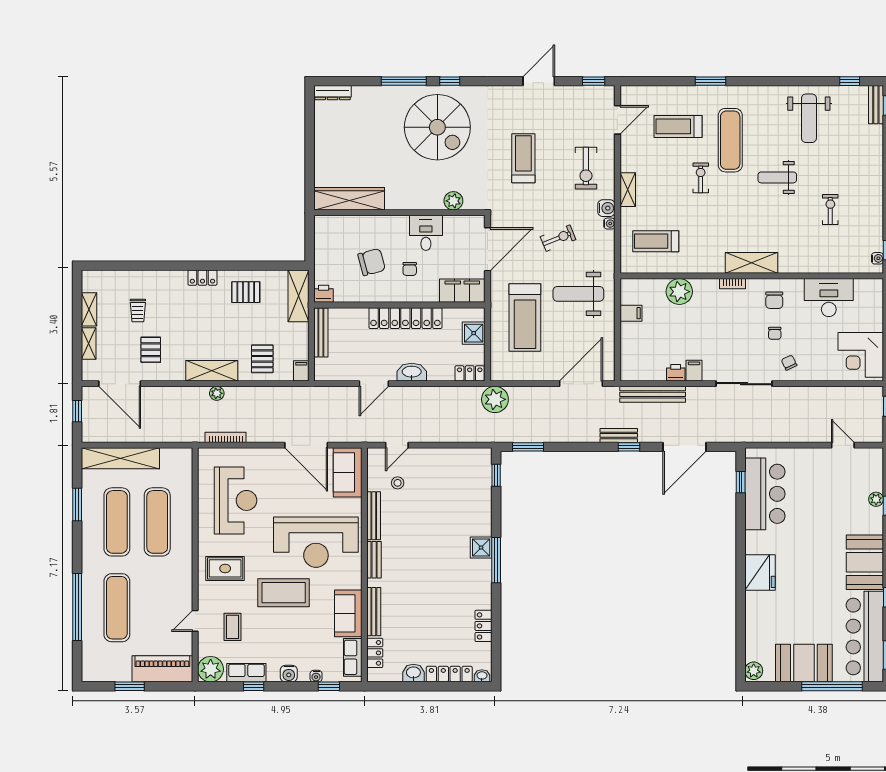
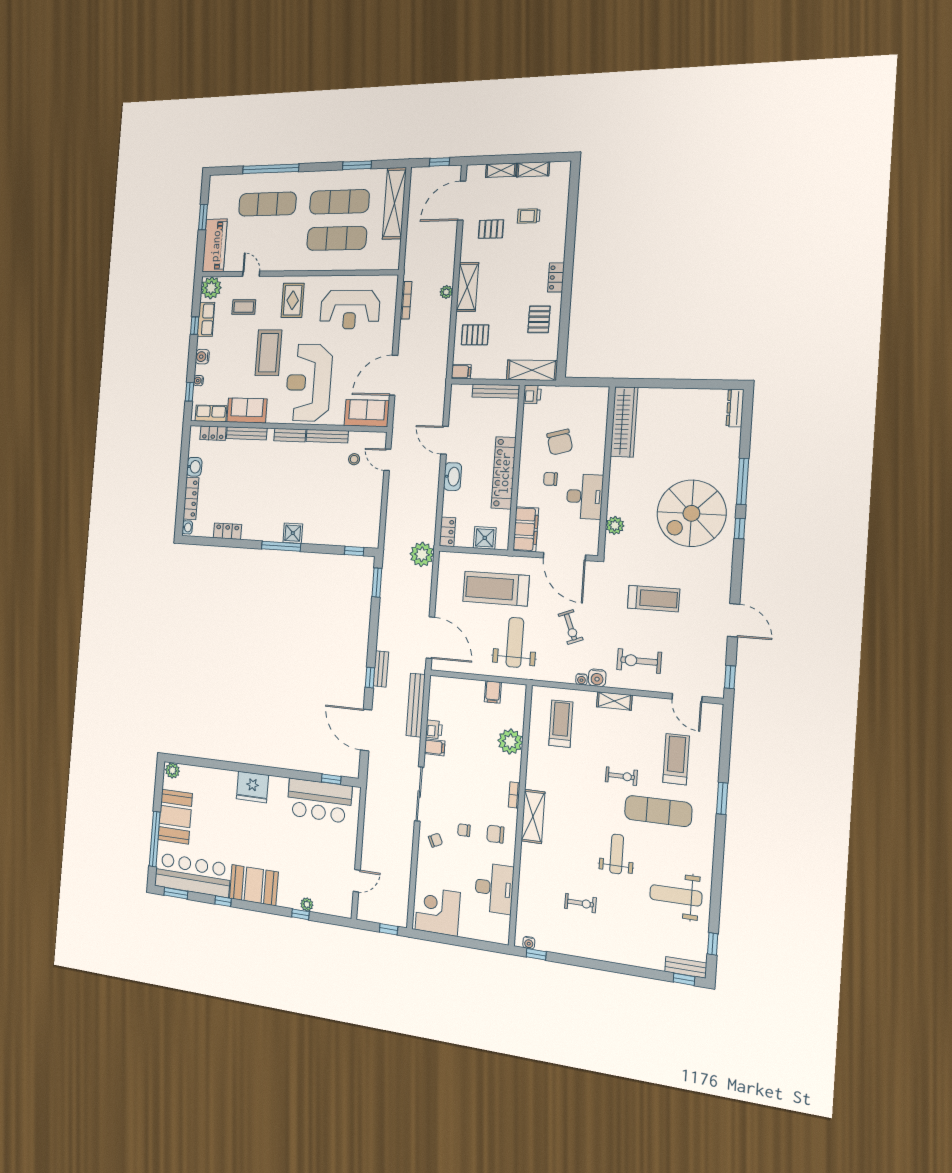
desk: (426, 233) -> (585, 497), width x1.37

